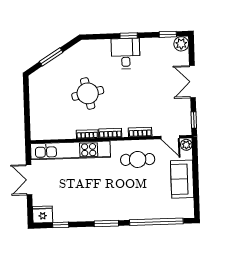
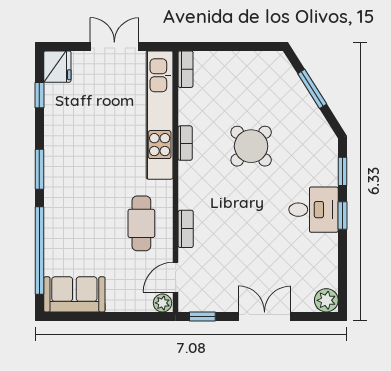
window: (168, 34) -> (342, 171), moved
round table: (88, 93) -> (251, 146), turned -33
bookcase: (110, 133) -> (186, 69), moved
sofa: (182, 179) -> (74, 294), moved

